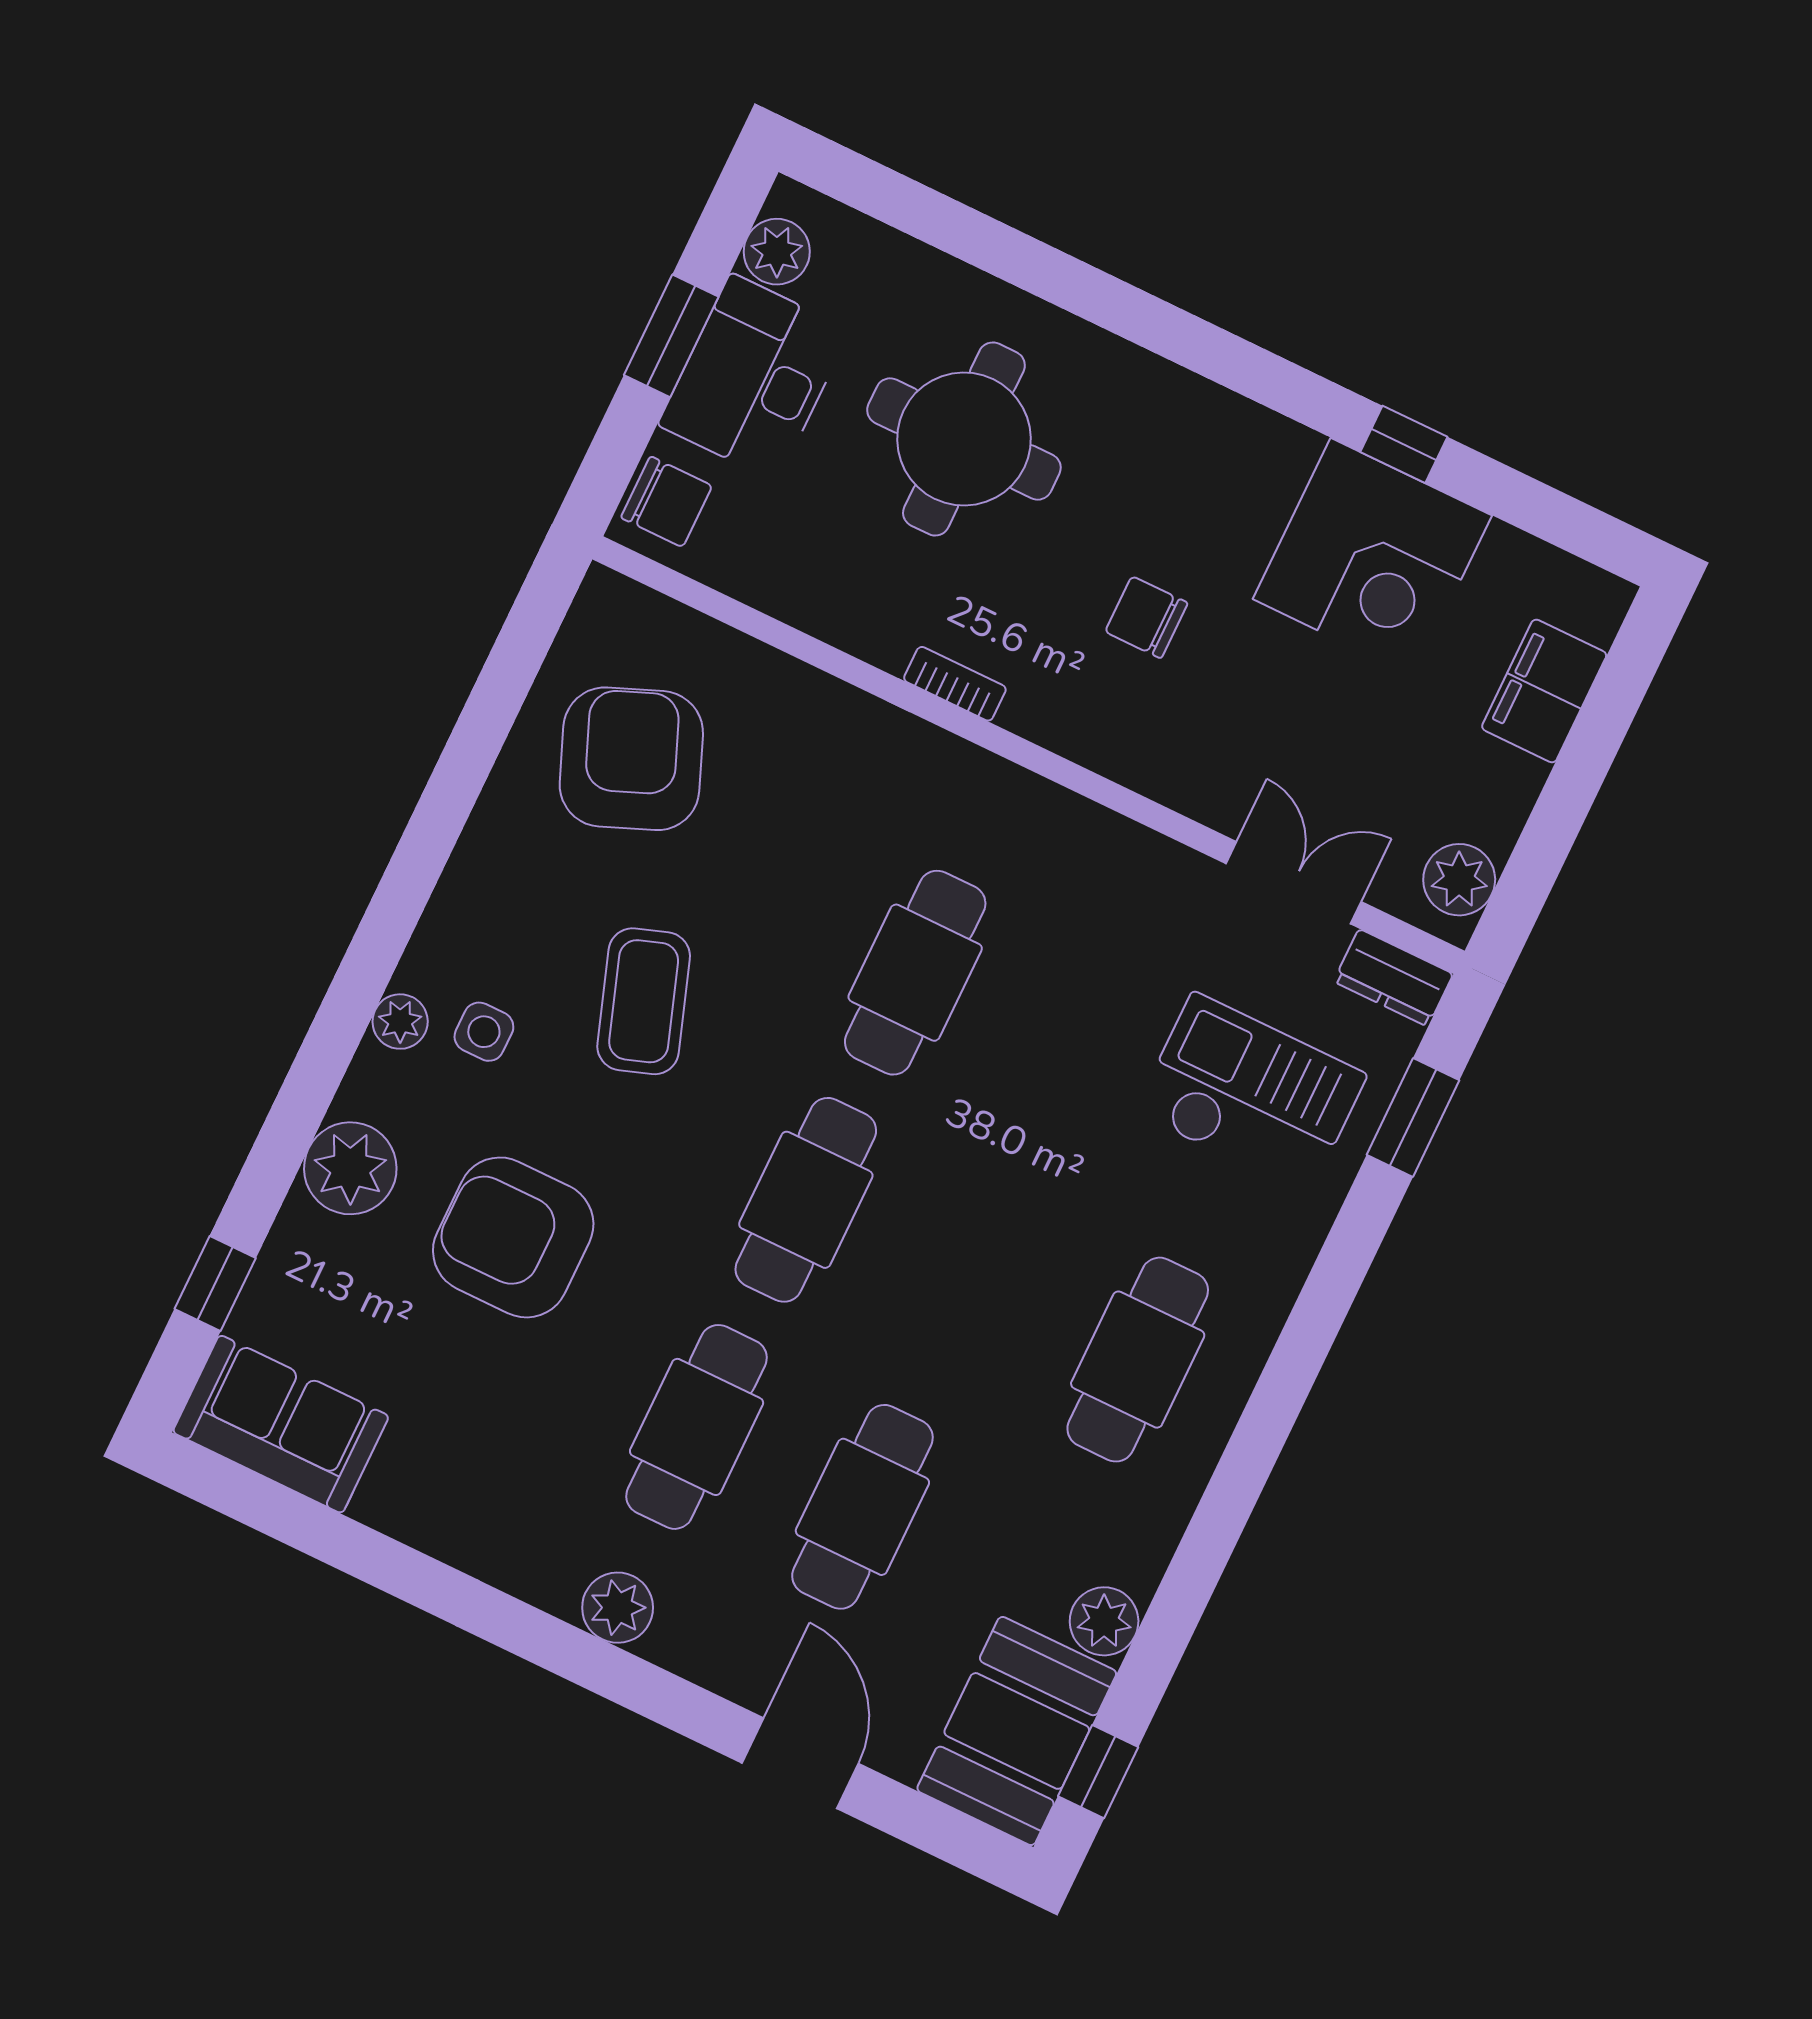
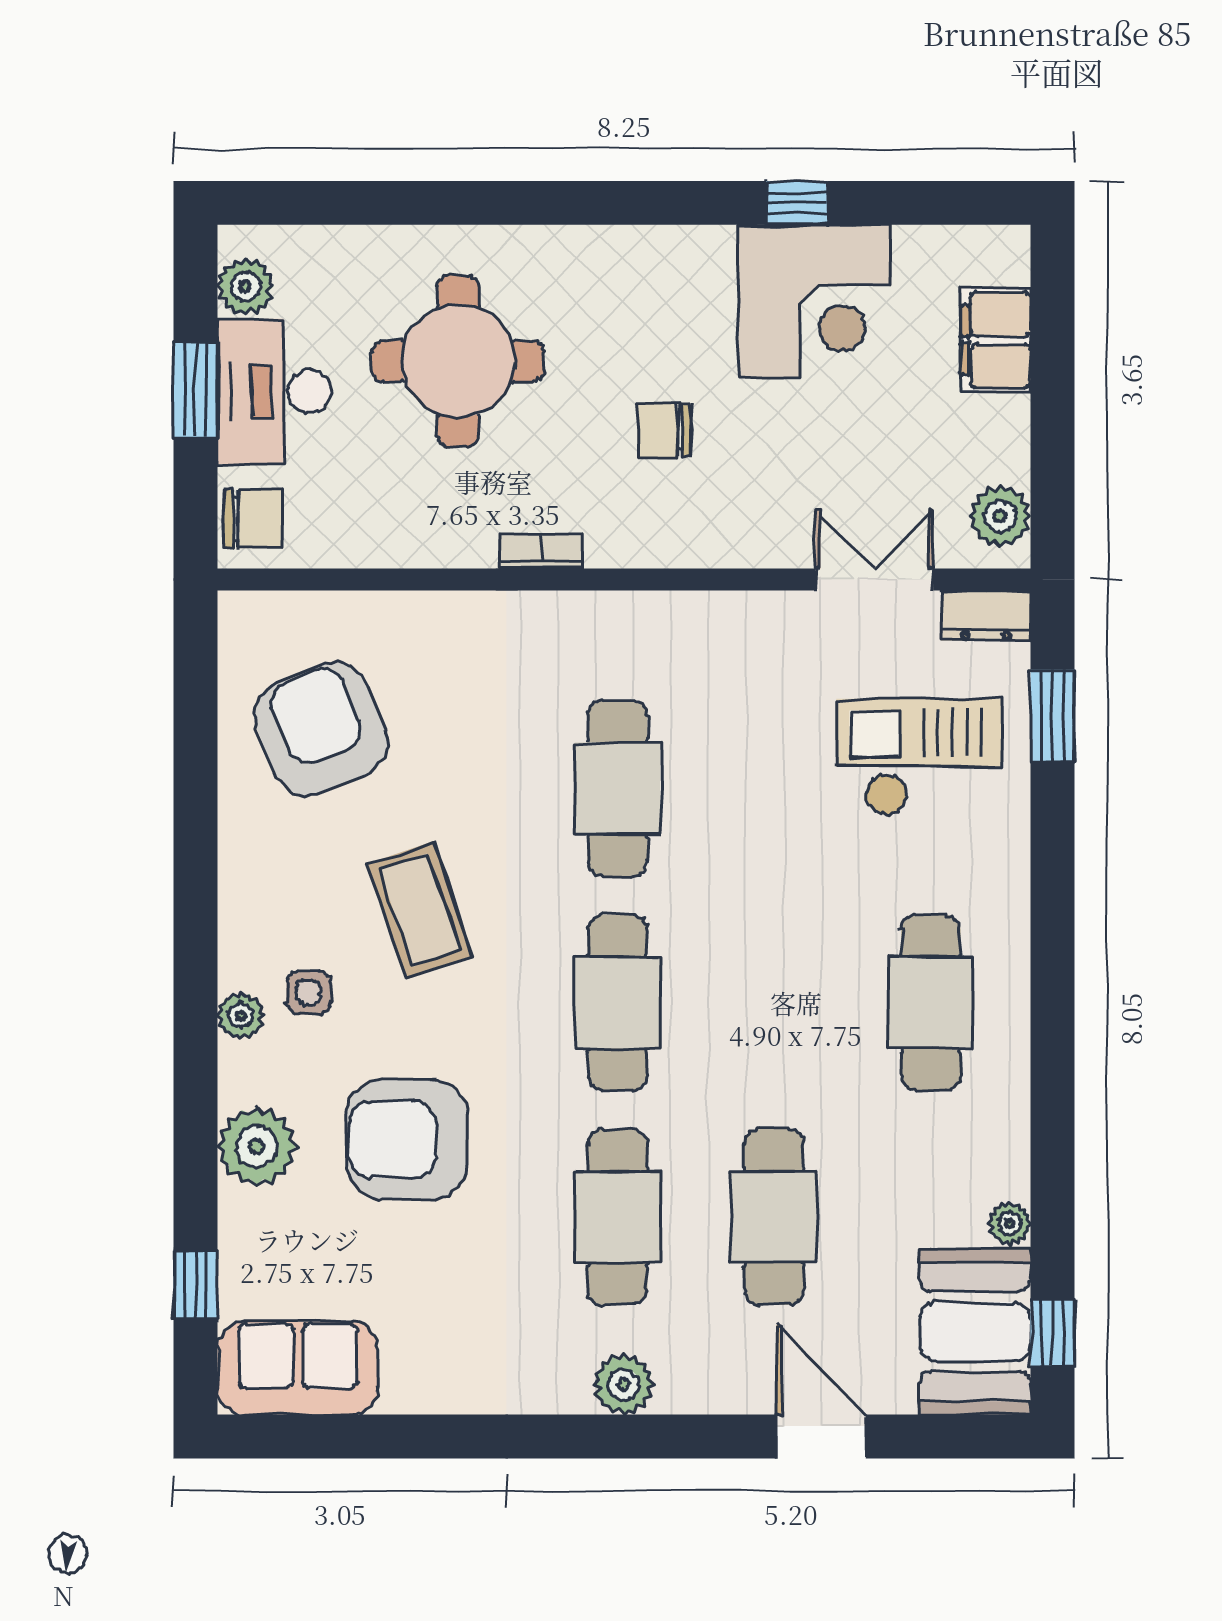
plant: (1104, 1621) -> (1010, 1224), width x0.73, depth x0.73

